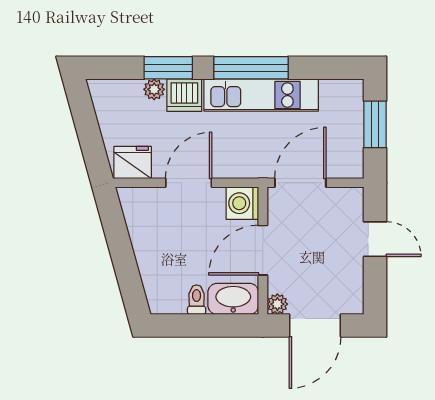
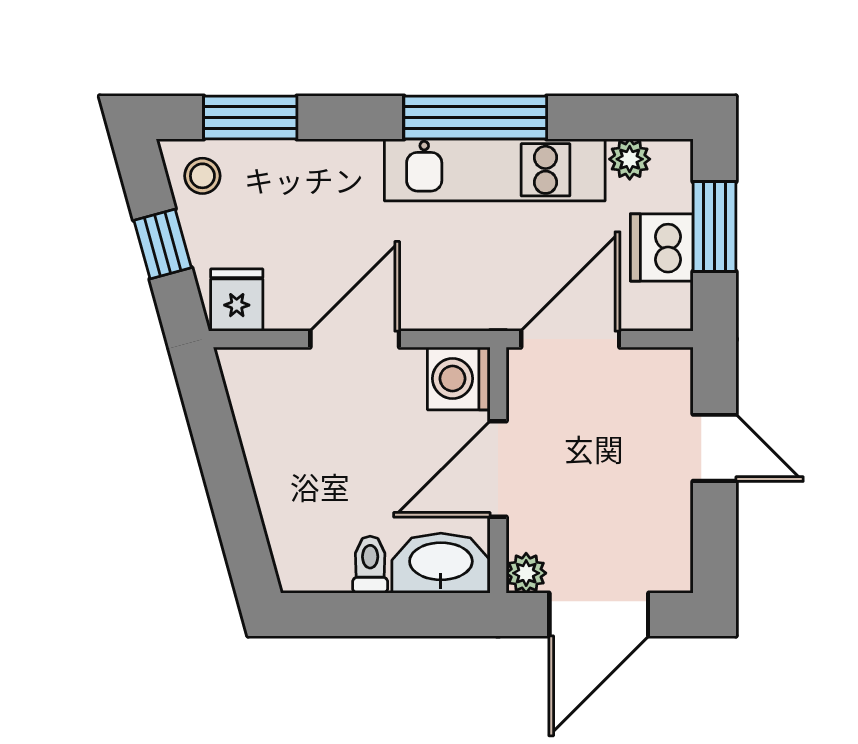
window: (168, 68) -> (250, 117), moved
plant: (154, 89) -> (630, 159), moved
dishwasher: (184, 95) -> (662, 247), moved, turned 90
stool: (110, 98) -> (202, 176), added
window: (89, 133) -> (163, 244), added
fridge: (133, 163) -> (237, 300), width x0.72

